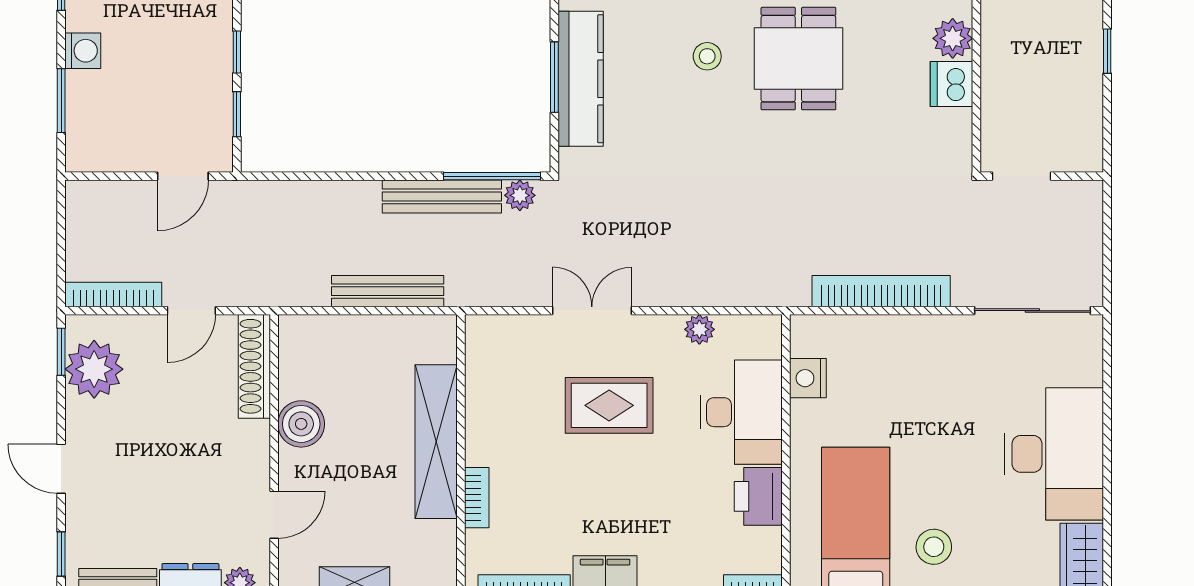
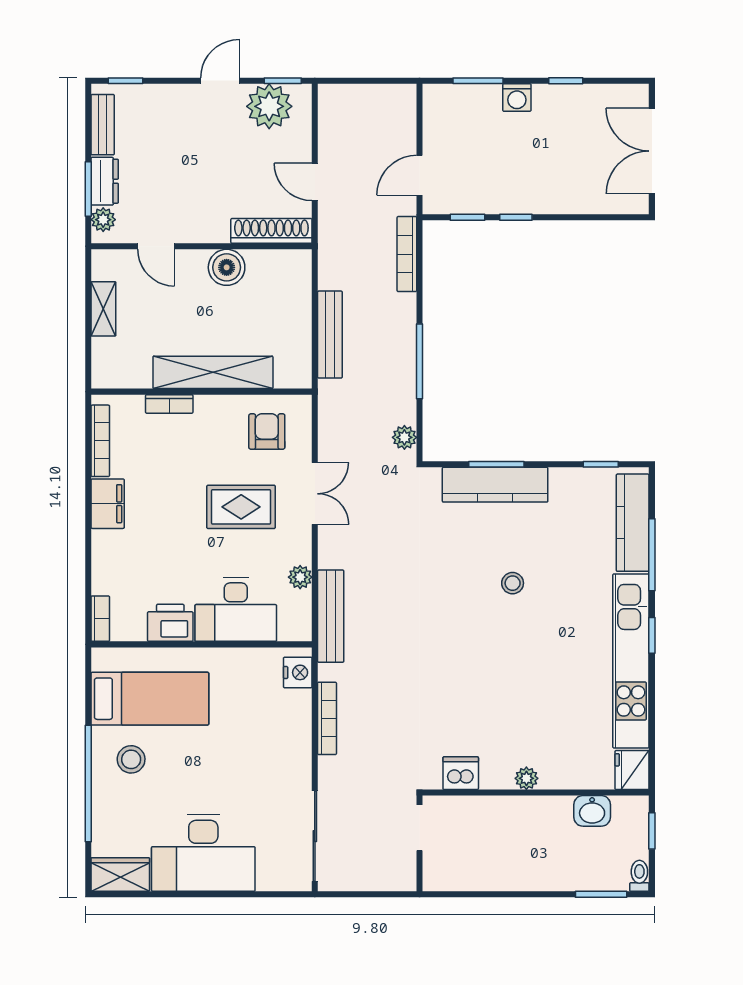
plant: (953, 38) -> (526, 778), width x0.73, depth x0.73
window: (1107, 51) -> (517, 894), removed
dining table: (798, 59) -> (511, 654), removed
dishwasher: (952, 84) -> (461, 773), moved
door: (183, 176) -> (419, 175), hinge flipped
window: (492, 176) -> (419, 361), moved
bench: (442, 196) -> (331, 616), moved
bookcase: (881, 291) -> (327, 718), width x0.68, depth x0.76
bookcase: (113, 294) -> (407, 254), moved, turned 180
armchair: (512, 372) -> (267, 431), added
nightstand: (808, 378) -> (298, 672), moved, turned 90
rug: (609, 405) -> (241, 507), turned 90
door: (61, 469) -> (220, 81), moved

